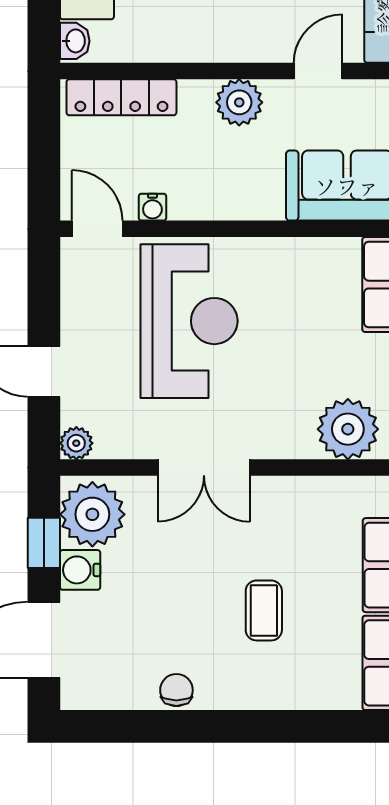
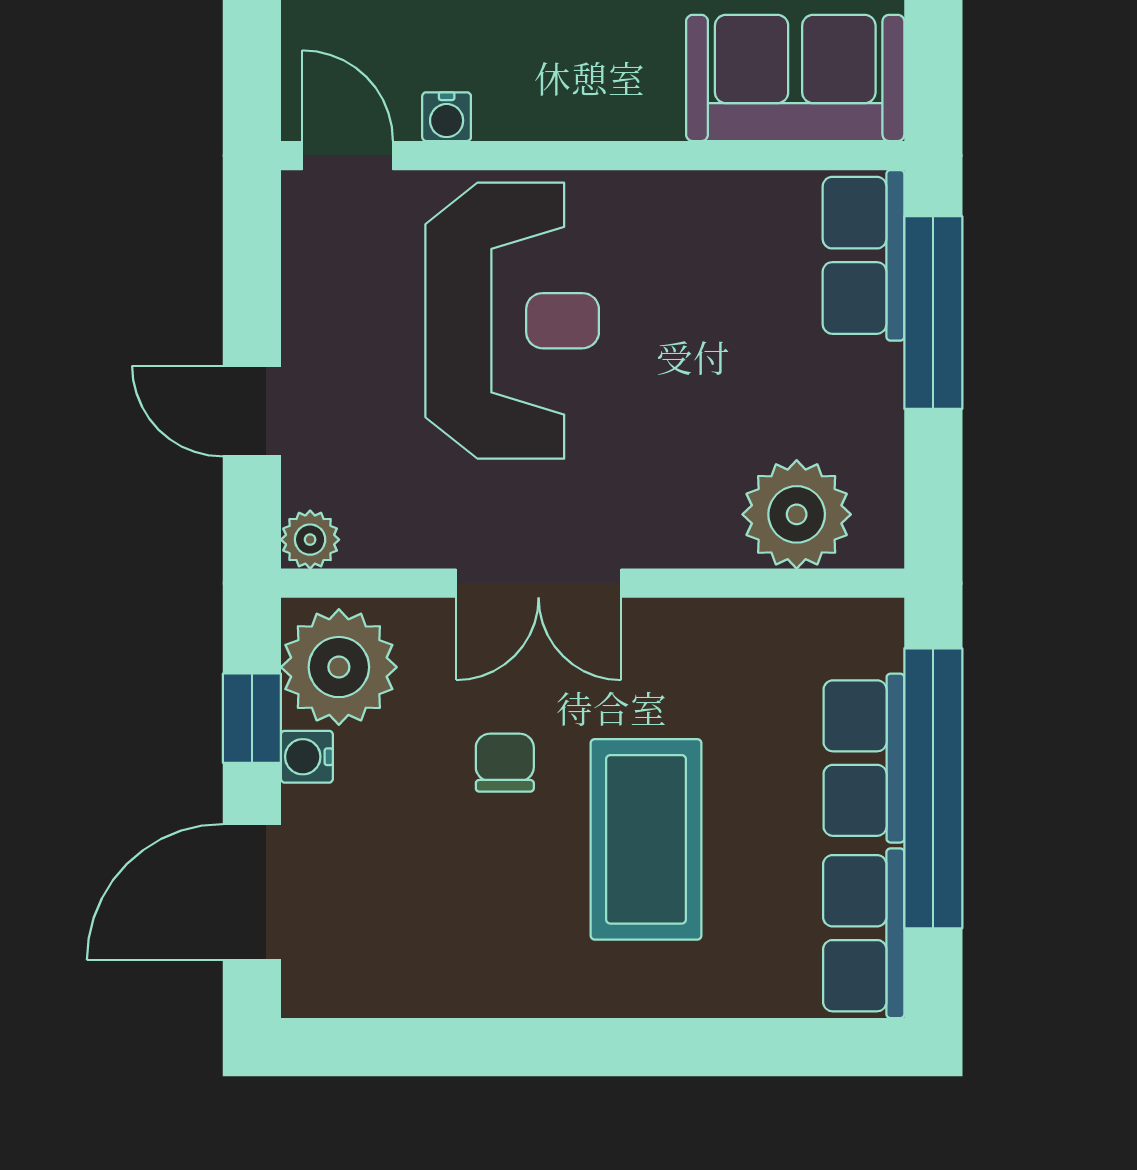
water cooler: (80, 570) -> (307, 757), width x0.72, depth x0.72
coffee table: (264, 610) -> (646, 839), width x1.86, depth x1.72
chair: (176, 690) -> (505, 763), moved

